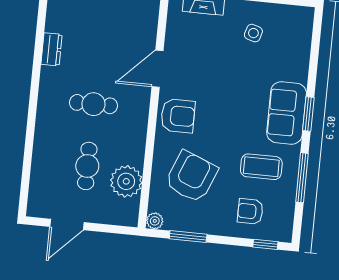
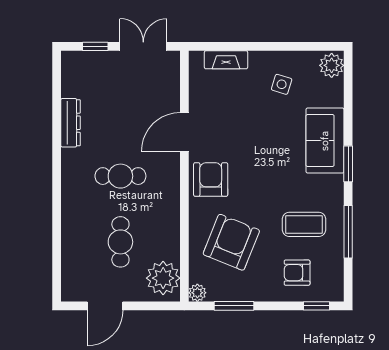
plant: (302, 20) -> (332, 65), added
dresser: (52, 49) -> (70, 123), width x1.44
sofa: (287, 113) -> (325, 141), moved
armchair: (178, 116) -> (211, 180), turned -90
plant: (126, 181) -> (163, 278), moved

